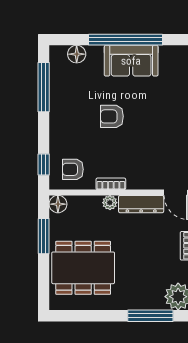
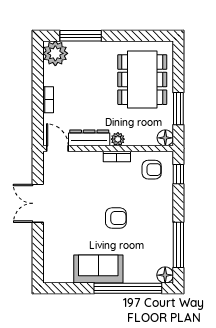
window: (126, 40) -> (128, 288), moved
floor lamp: (77, 54) -> (165, 275), moved
dining table: (83, 268) -> (142, 80), turned 90

